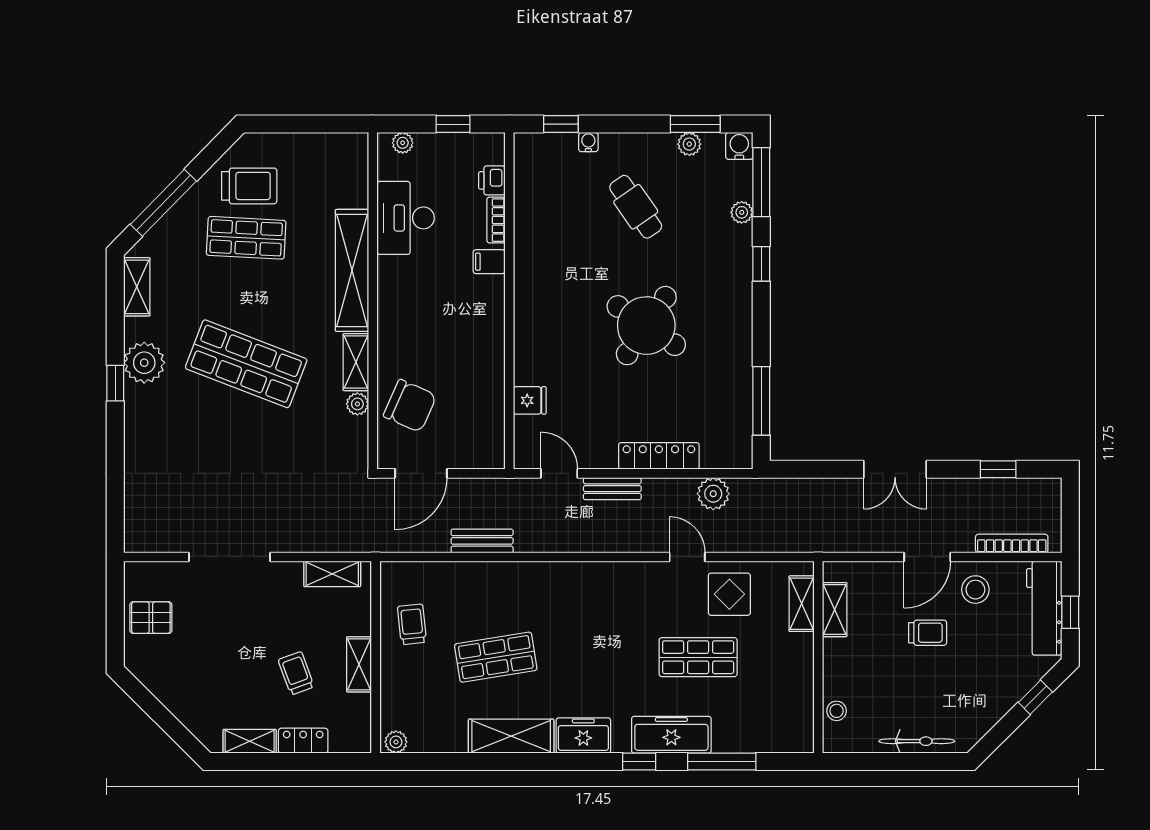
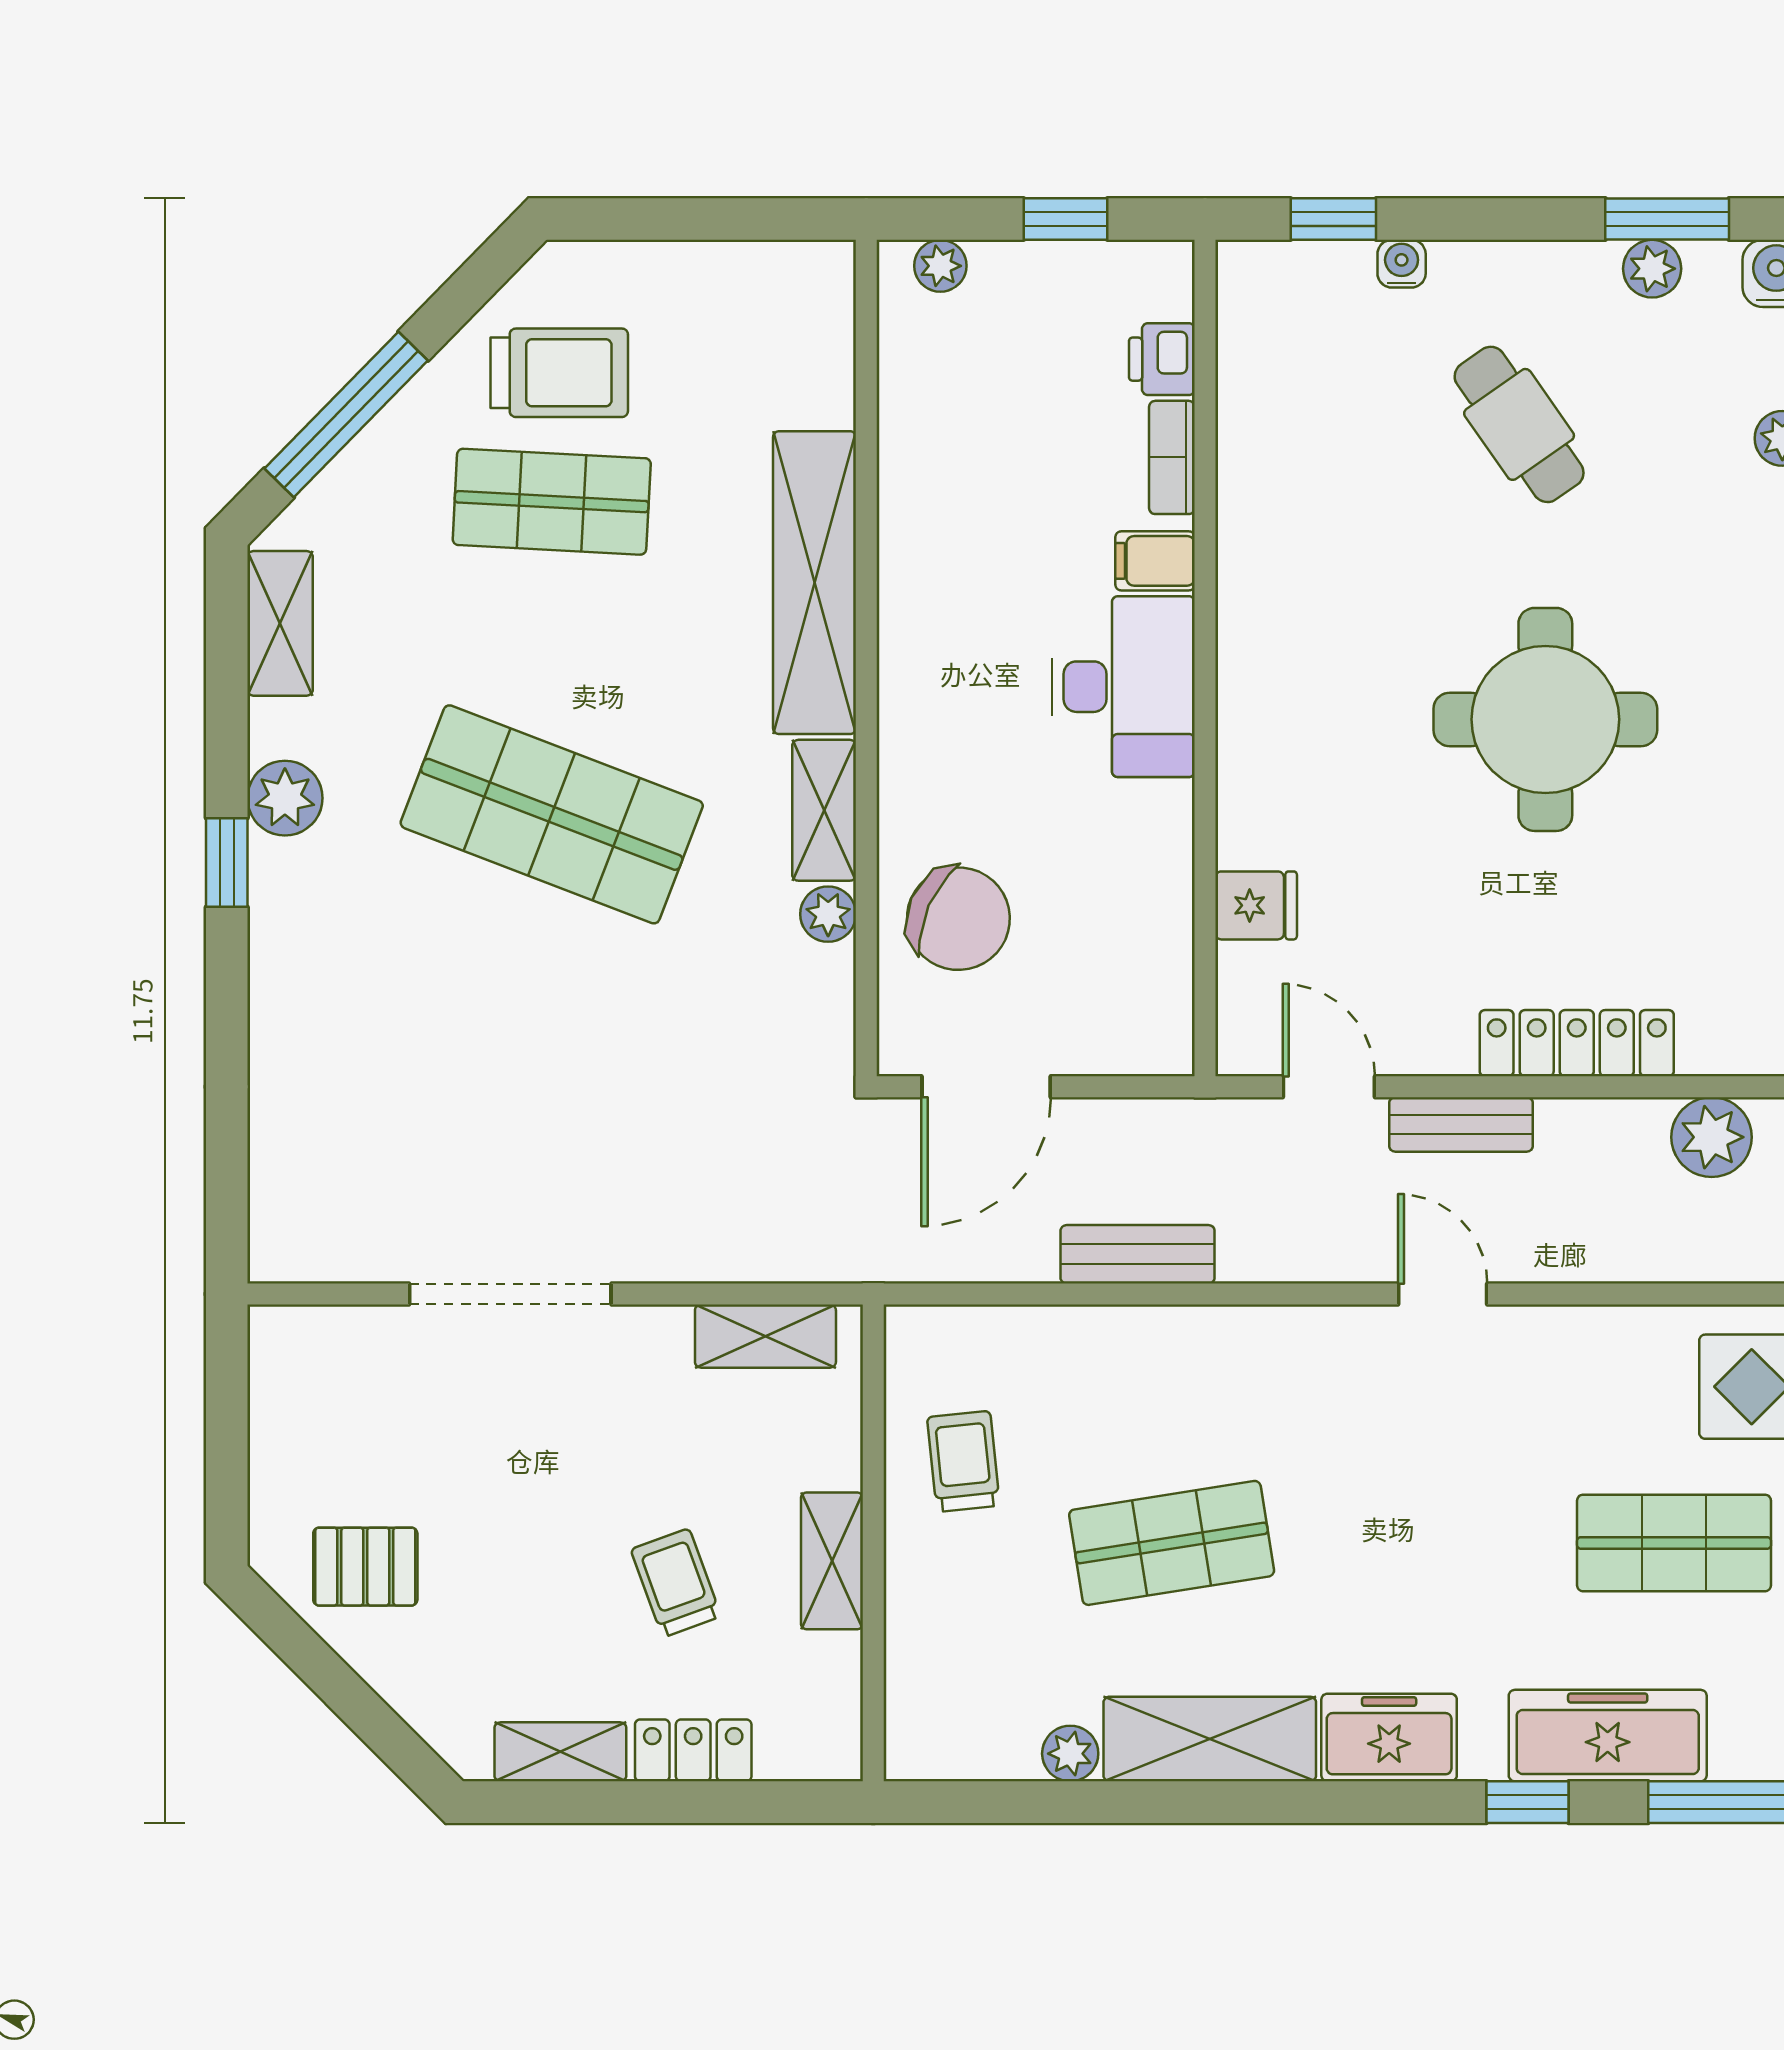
desk: (406, 218) -> (1123, 687), moved, turned 180
round table: (646, 326) -> (1545, 719), turned -34
plant: (144, 363) -> (285, 798), width x0.73, depth x0.73
door: (687, 557) -> (1443, 1294), moved
pallet: (151, 618) -> (365, 1567), moved
plant: (396, 742) -> (1070, 1754), moved

